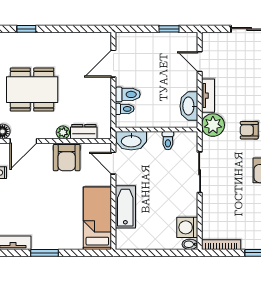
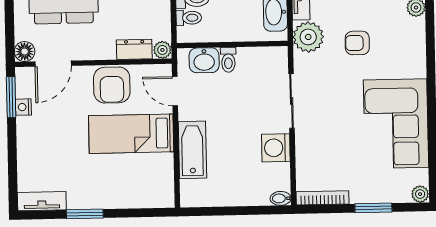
plant: (63, 132) -> (162, 50), moved
washbasin: (131, 141) -> (204, 60), width x0.72
toilet: (168, 141) -> (228, 60), moved
bed: (97, 218) -> (131, 134), moved, turned -90
washing machine: (187, 227) -> (276, 148), moved

